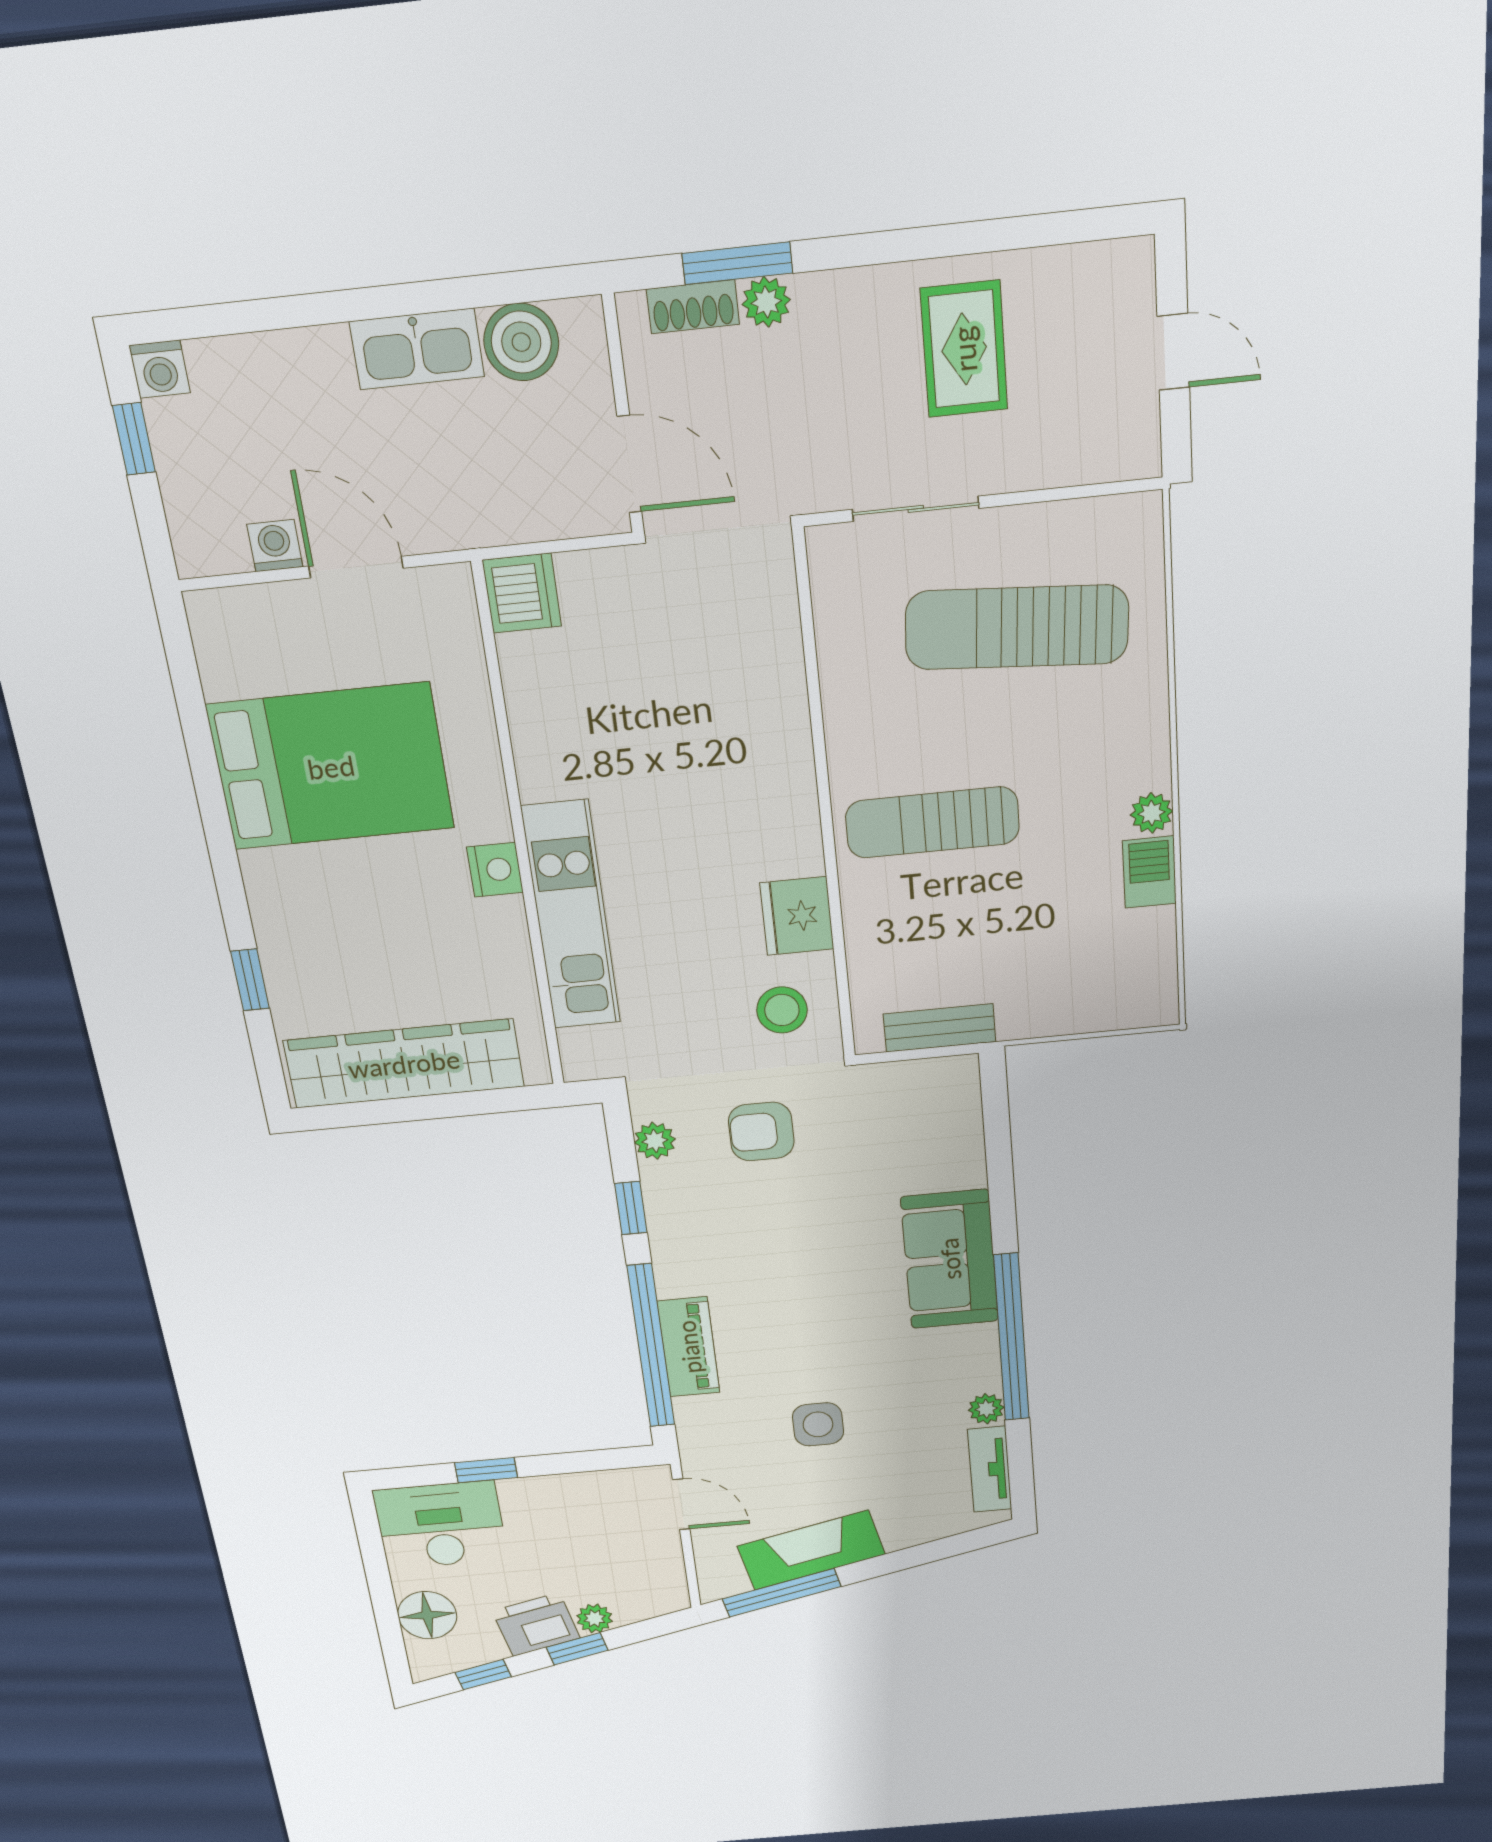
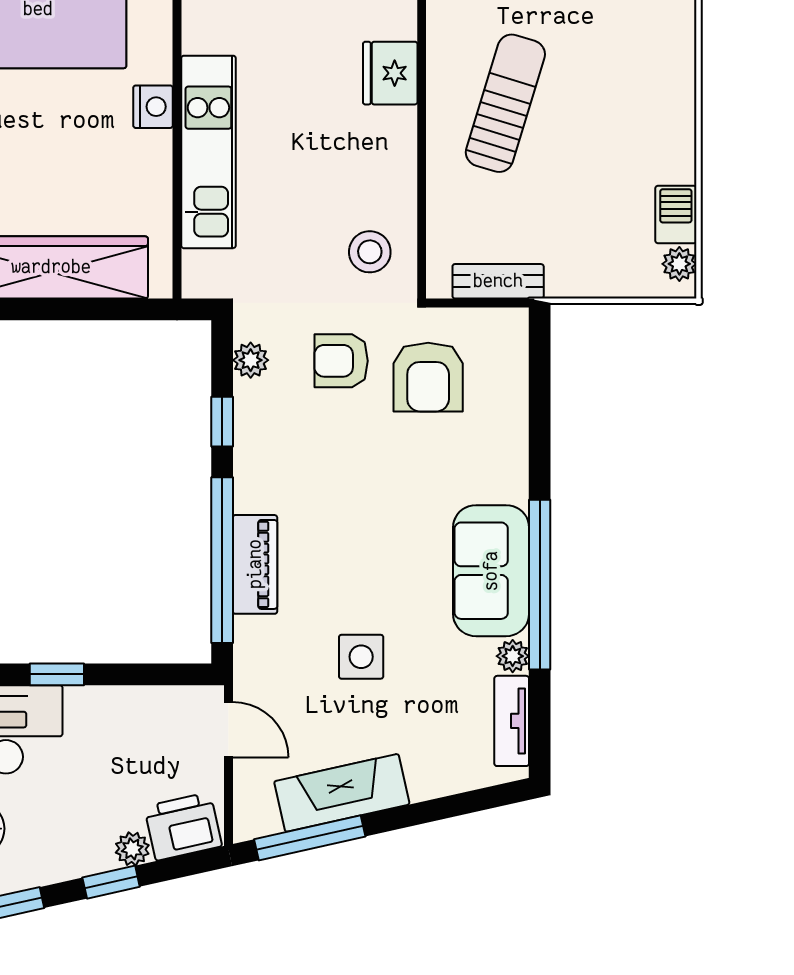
plant: (1152, 813) -> (679, 264), moved
sun lounger: (932, 822) -> (505, 103), turned 107
barbecue: (1149, 872) -> (676, 215), moved
fridge: (797, 916) -> (390, 73), moved
armchair: (865, 1139) -> (428, 377), added
sofa: (950, 1259) -> (491, 571), moved
printer: (536, 1625) -> (183, 826), moved

